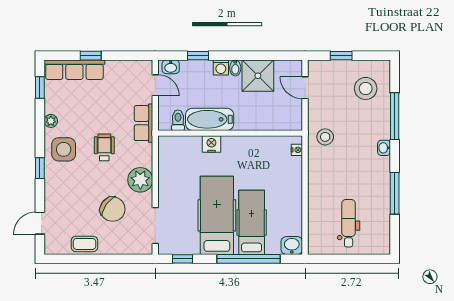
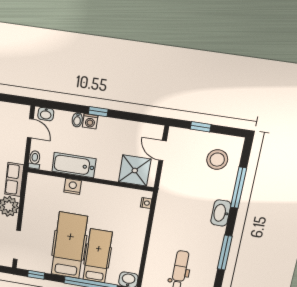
window: (198, 56) -> (98, 112), moved
bidet: (235, 68) -> (77, 120), moved
shower: (258, 76) -> (135, 171), moved
toilet: (178, 120) -> (35, 160), moved
row of seats: (143, 123) -> (14, 180), moved
stool: (325, 137) -> (173, 196), removed
washbasin: (384, 148) -> (221, 213), width x1.91, depth x1.45

